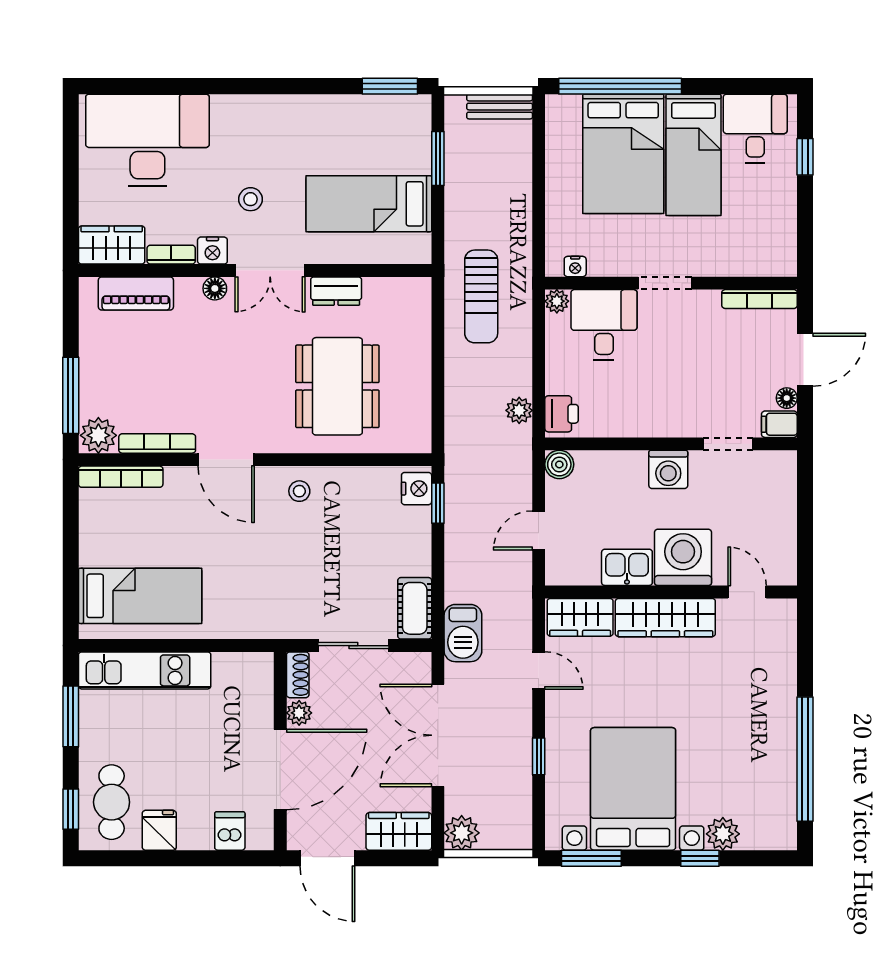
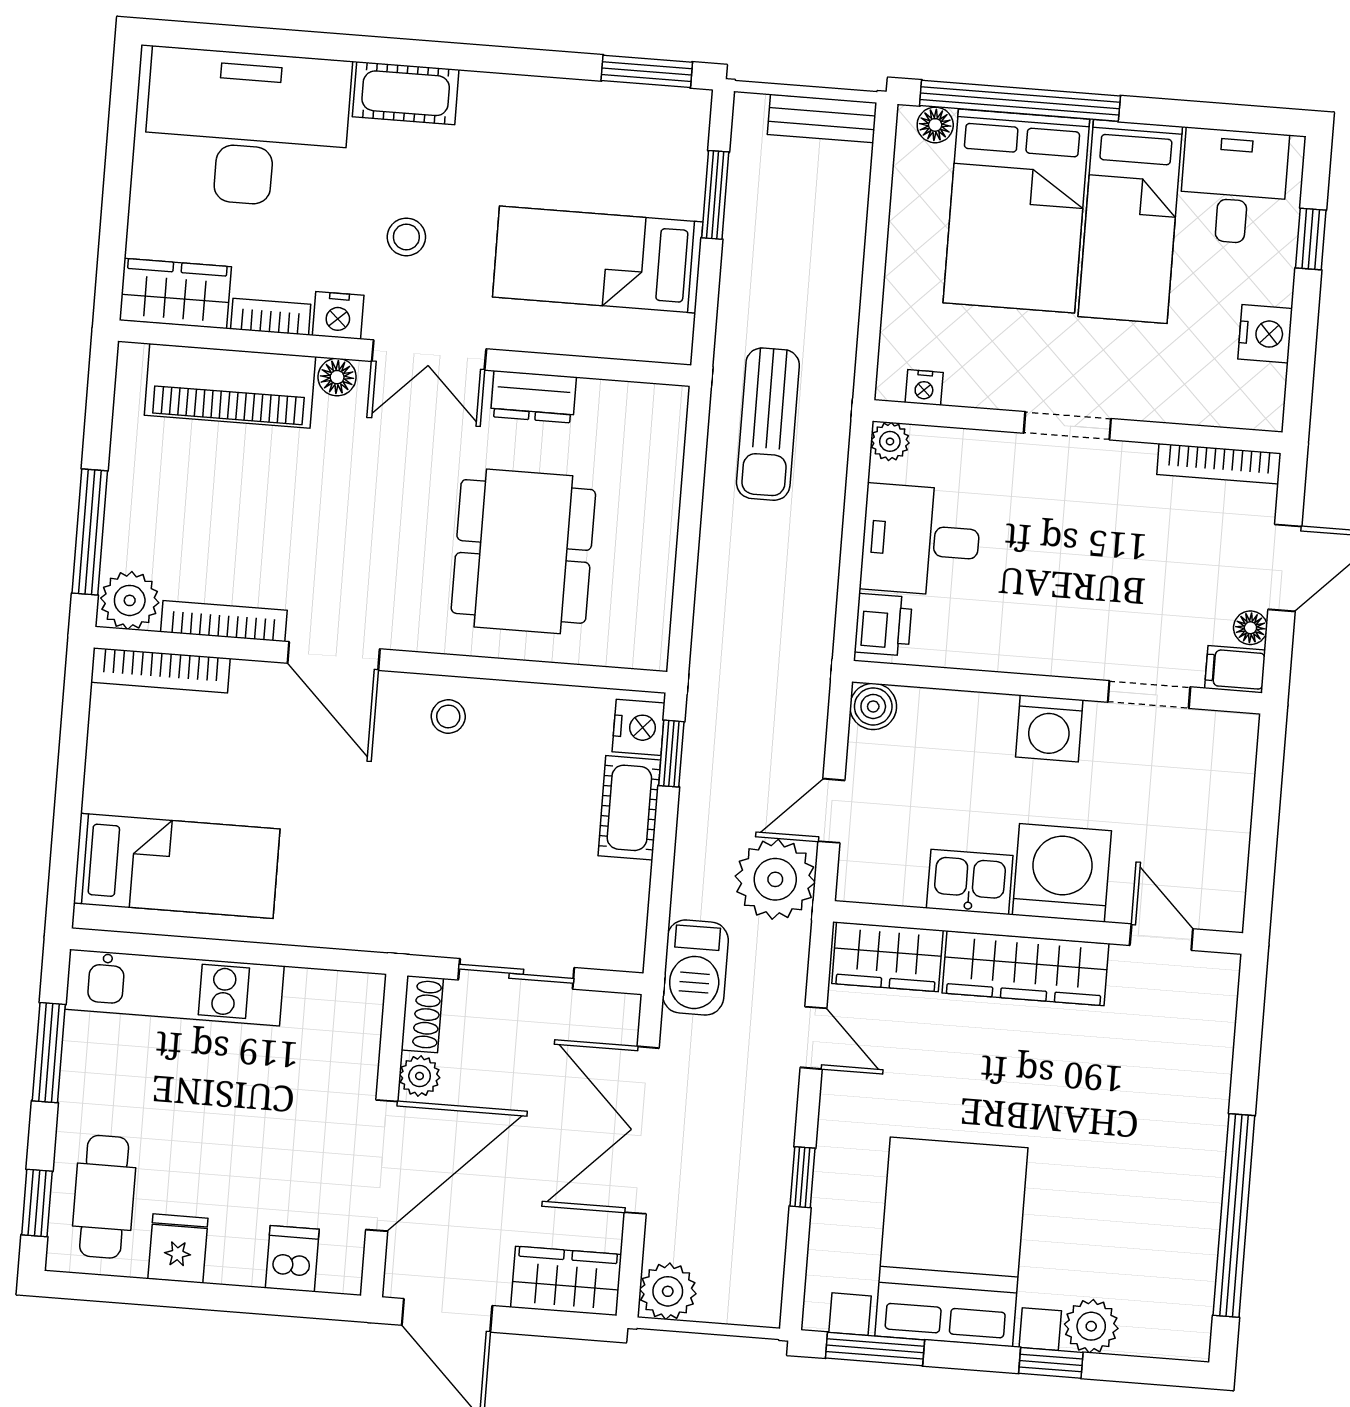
floor lamp: (569, 105) -> (935, 125), added
cot: (243, 111) -> (406, 93), added
nightstand: (782, 217) -> (1265, 334), added
piano: (136, 294) -> (230, 386), width x1.37, depth x1.33
desk: (604, 325) -> (921, 540), moved, turned -90
plant: (519, 410) -> (775, 879), moved, width x1.88, depth x1.88
cot: (415, 608) -> (629, 808), moved

